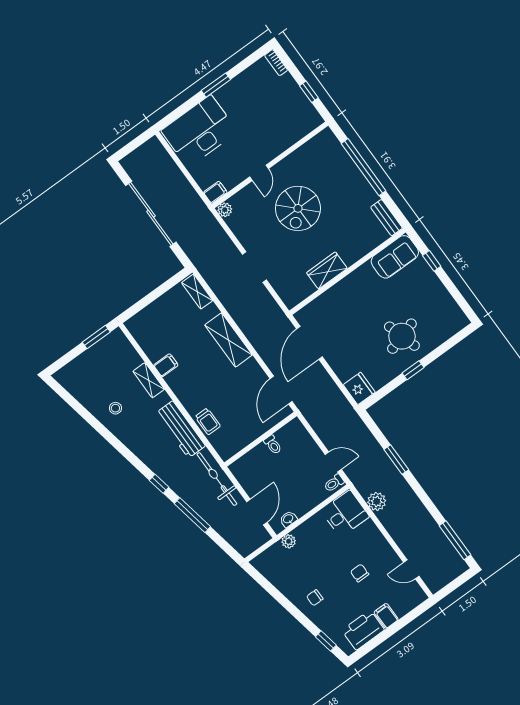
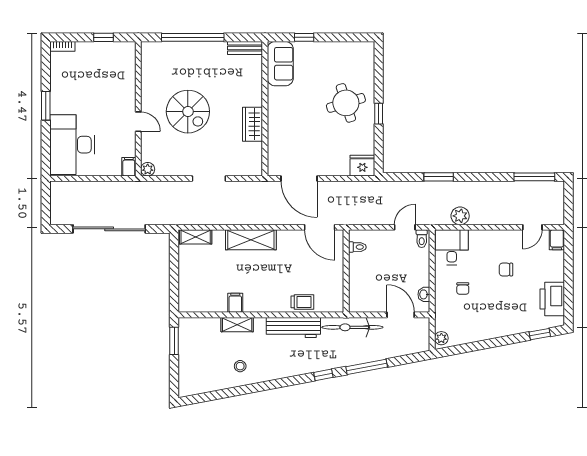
toilet: (273, 445) -> (357, 247), moved
plant: (289, 541) -> (441, 338), moved
chair: (315, 598) -> (463, 289), moved
filing cabinet: (386, 616) -> (557, 240), moved, turned -90

